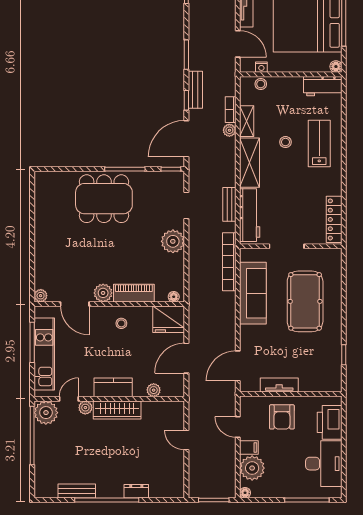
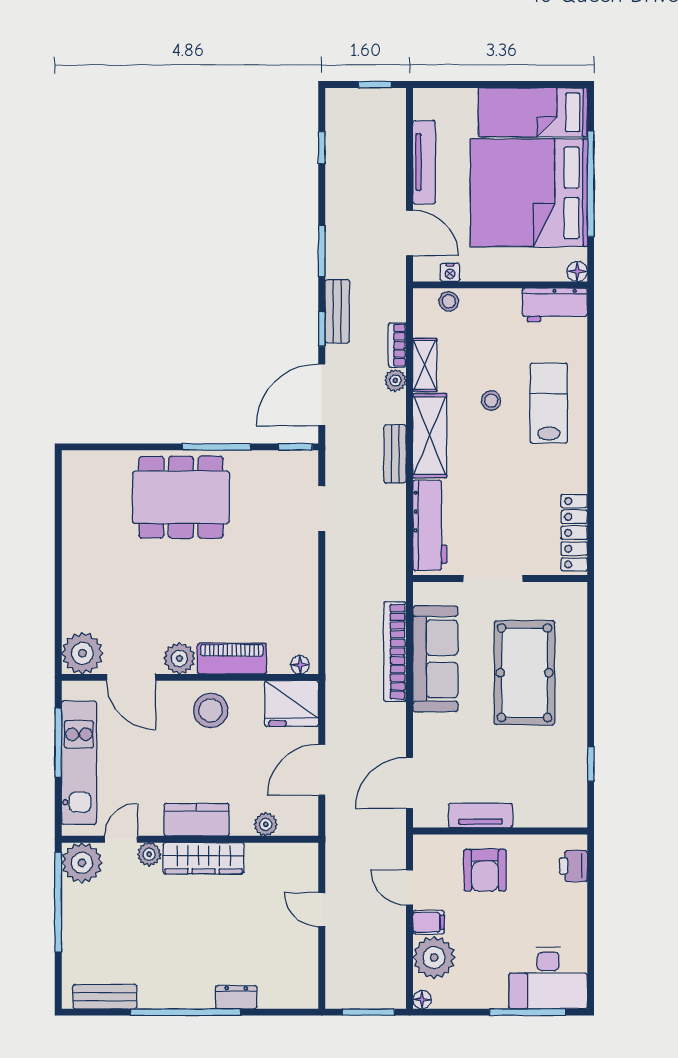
bench: (229, 204) -> (395, 454), moved
plant: (173, 241) -> (299, 570), removed
bookcase: (229, 262) -> (395, 652), moved
plant: (41, 296) -> (82, 653), width x1.88, depth x1.88
stool: (121, 323) -> (211, 710), width x1.89, depth x1.89
printer: (330, 422) -> (573, 866), width x0.53, depth x0.68
desk: (324, 464) -> (548, 978), moved, turned 90
bench: (77, 491) -> (105, 997), moved

